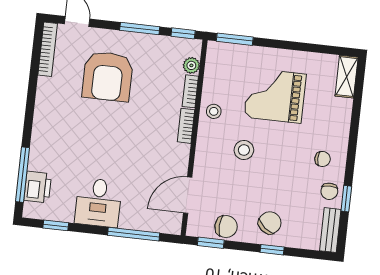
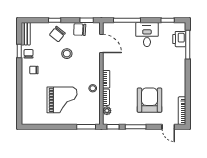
shelving: (347, 77) -> (26, 114), removed
stool: (244, 150) -> (67, 54), moved
door: (188, 195) -> (101, 44), hinge flipped

